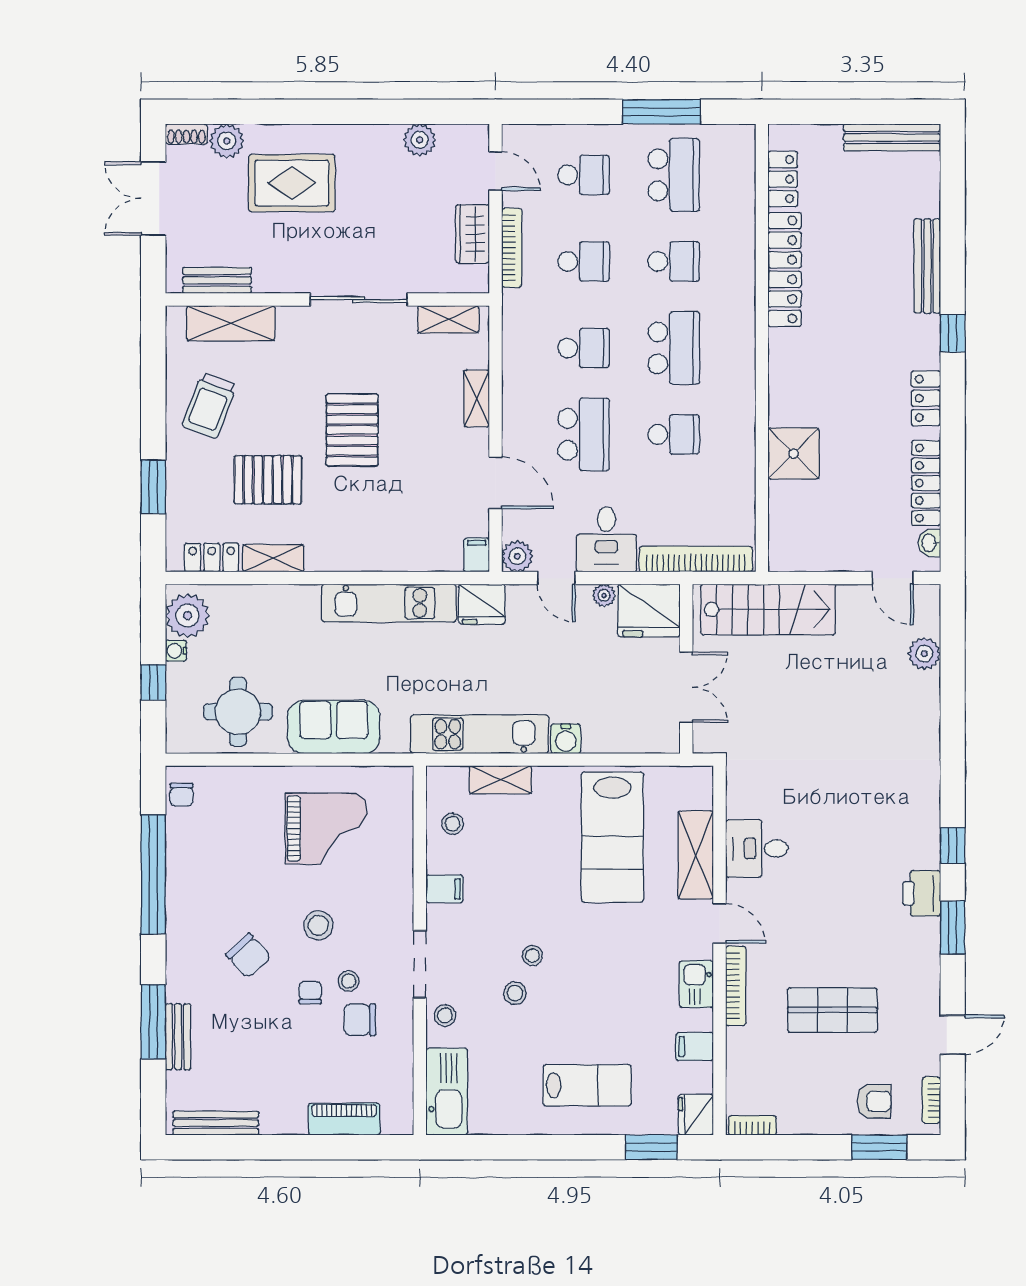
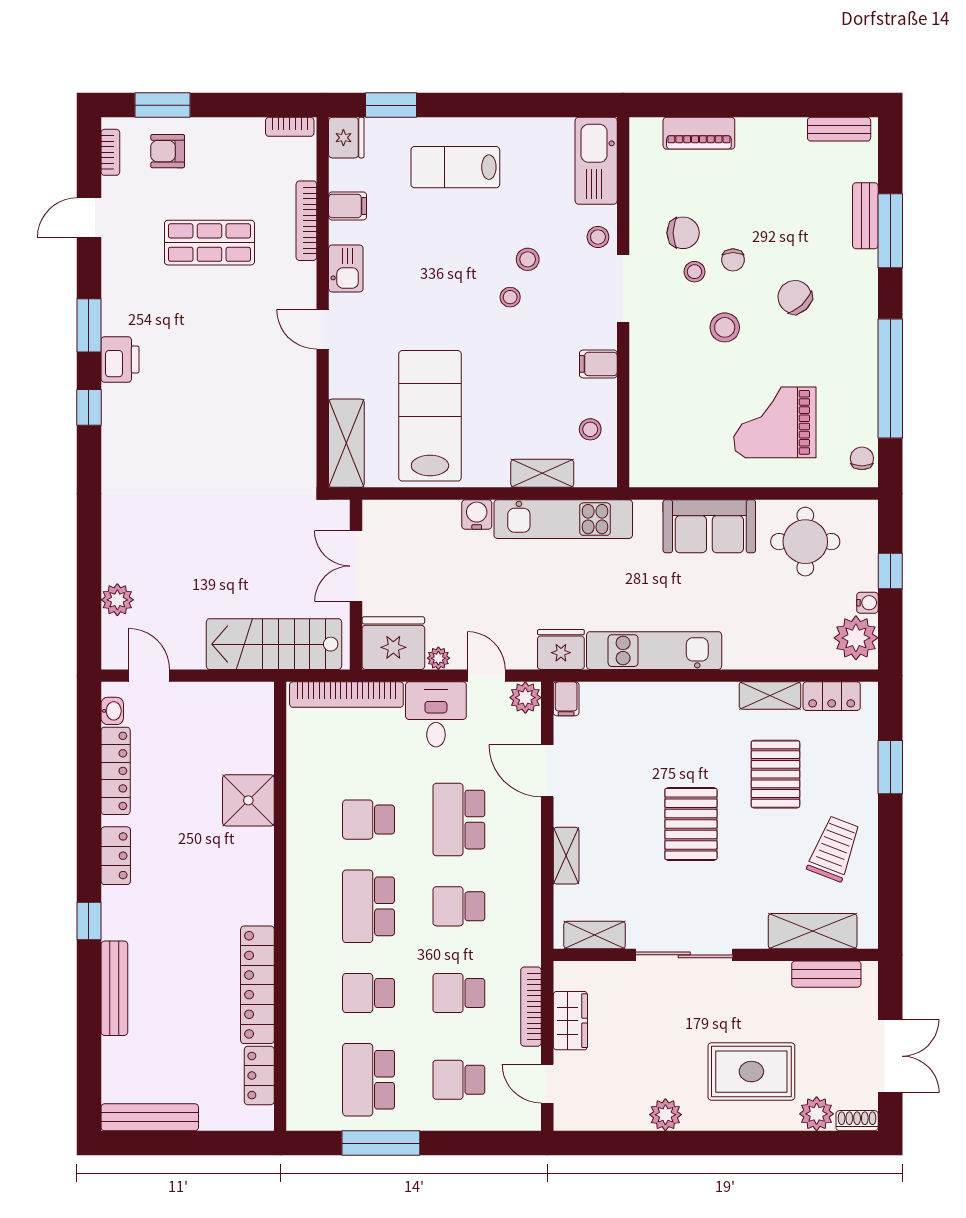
plant: (420, 140) -> (665, 1115), moved
pallet: (268, 480) -> (775, 774), turned 90
grand piano: (326, 828) -> (775, 422), moved
desk: (757, 848) -> (285, 405), removed
shelving: (696, 855) -> (346, 443), moved
bookcase: (736, 986) -> (306, 221), moved
bench: (216, 1123) -> (839, 129), width x0.73

